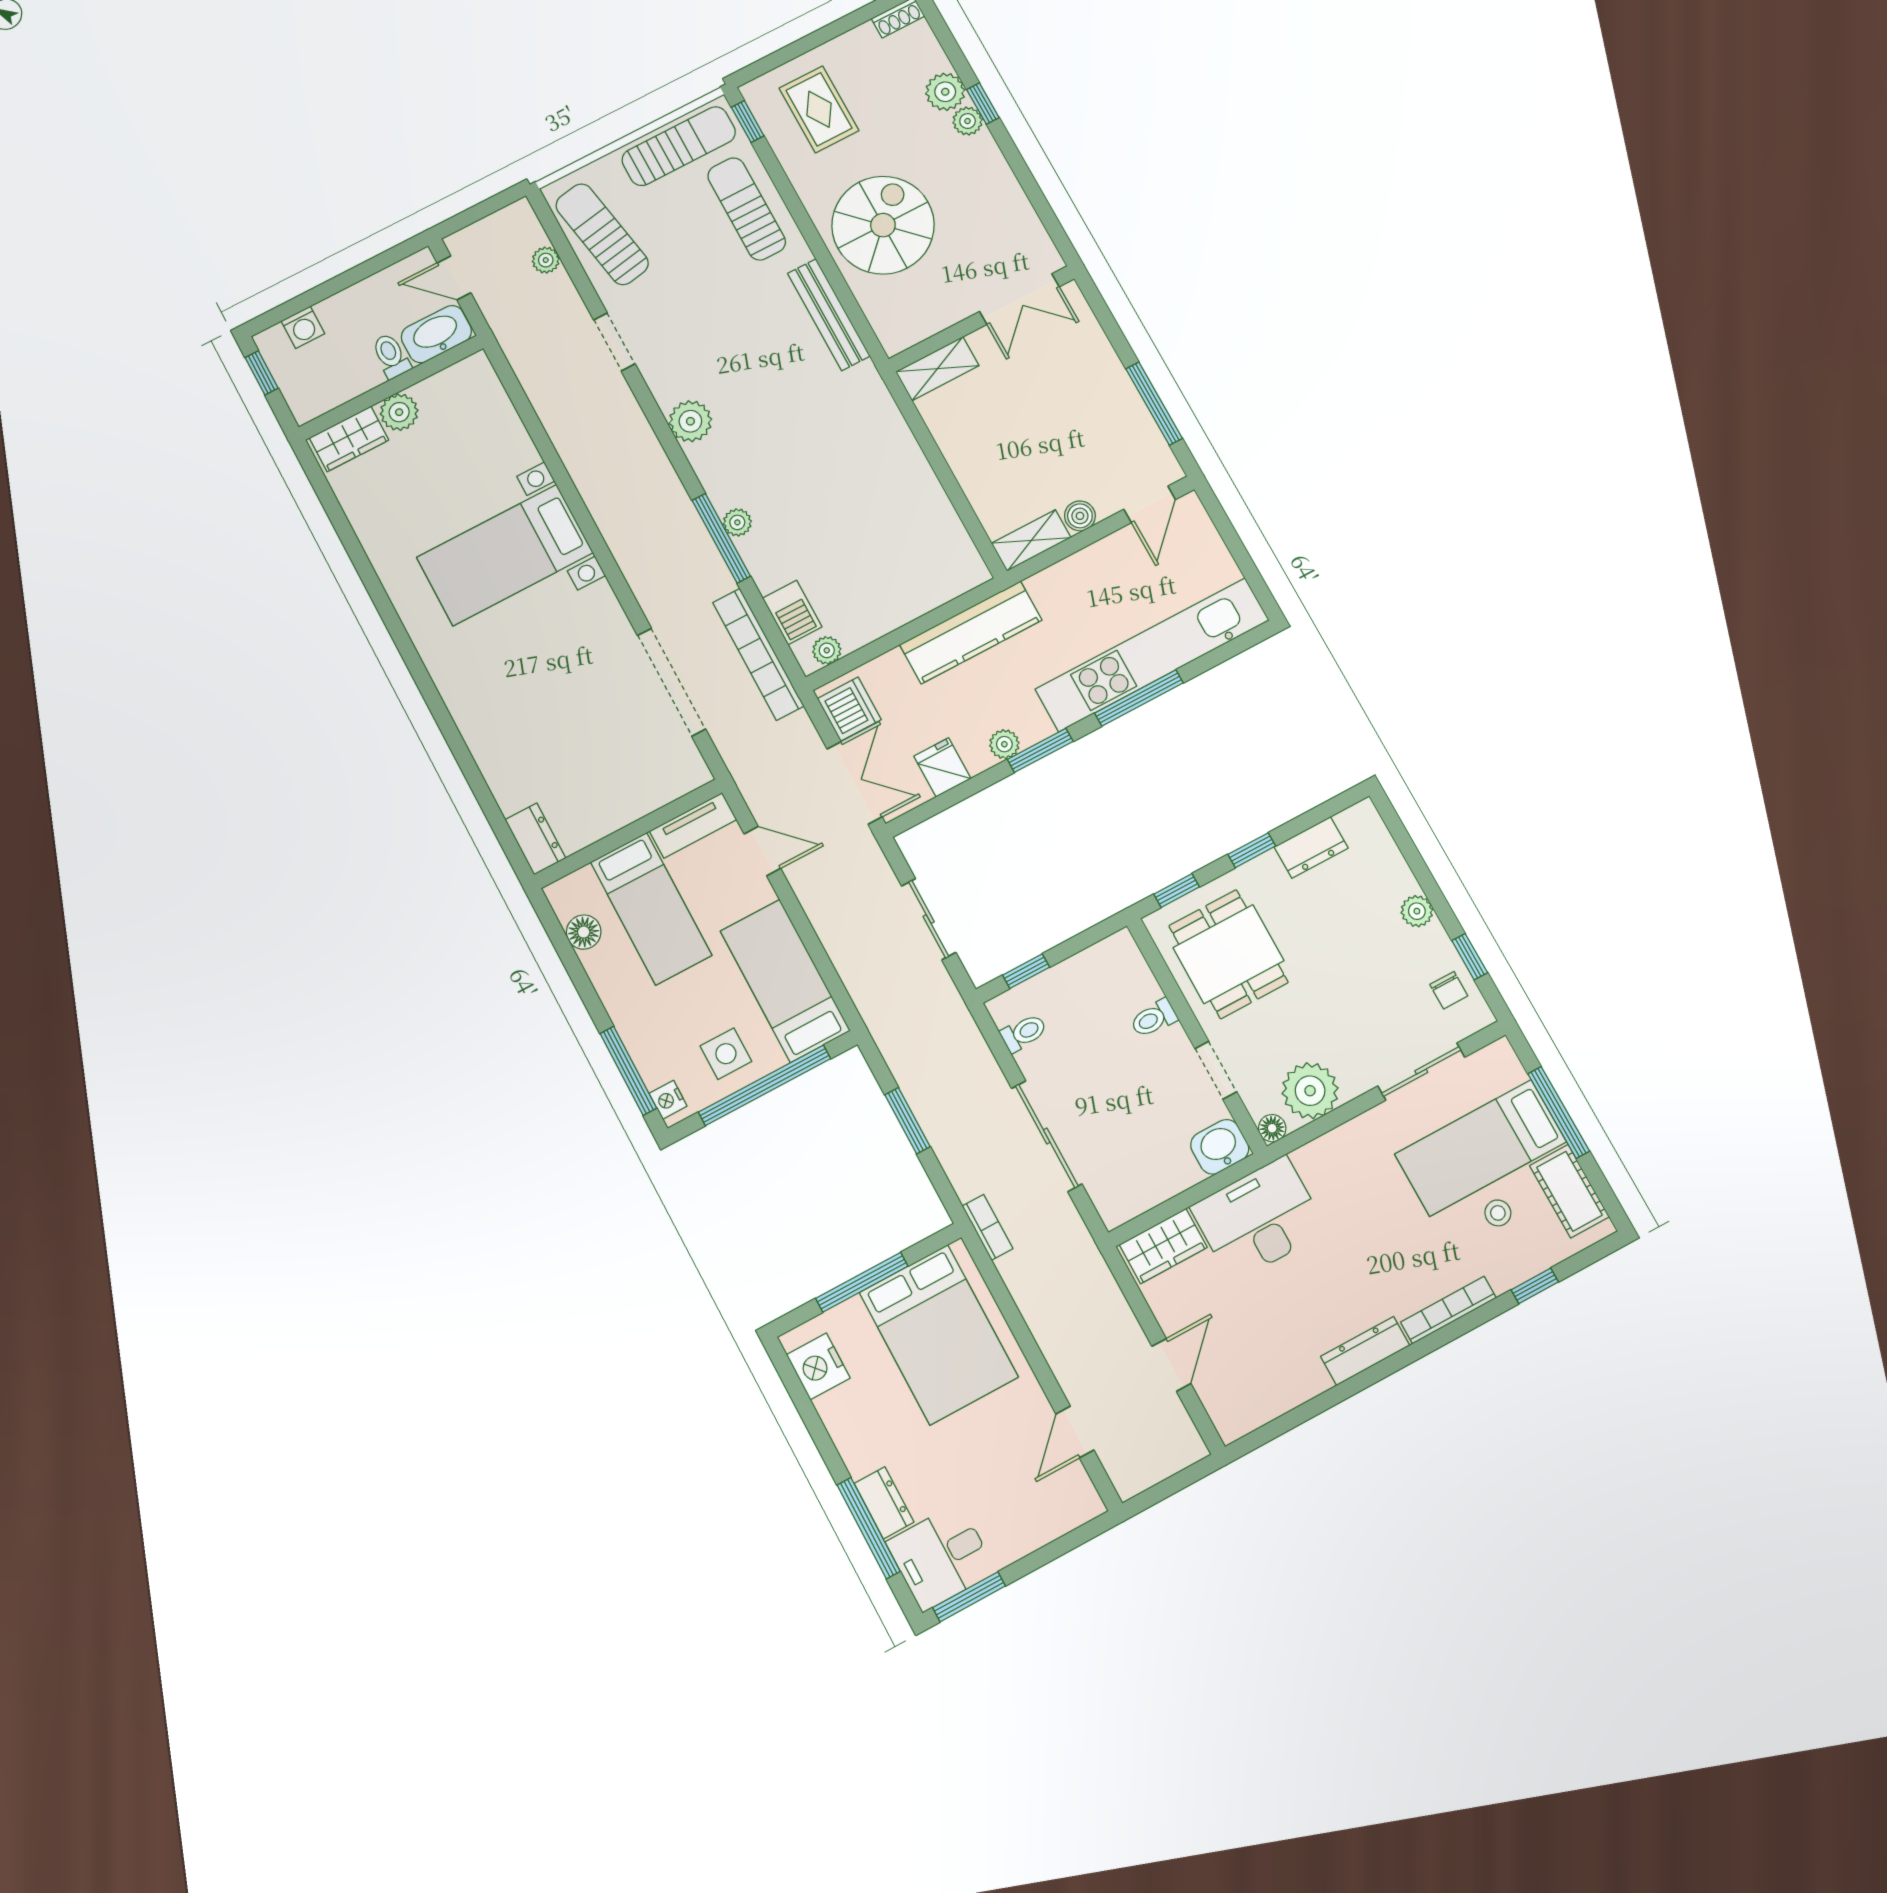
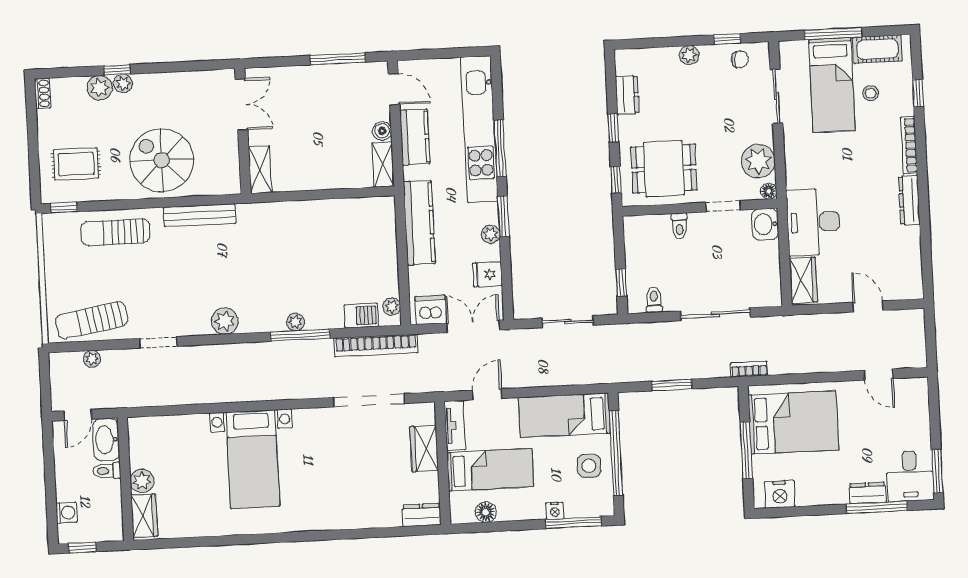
sun lounger: (679, 146) -> (60, 253), removed
kitchen counter: (1094, 567) -> (415, 137), added
wardrobe: (637, 796) -> (424, 449), added
nightstand: (668, 1100) -> (555, 511), moved

